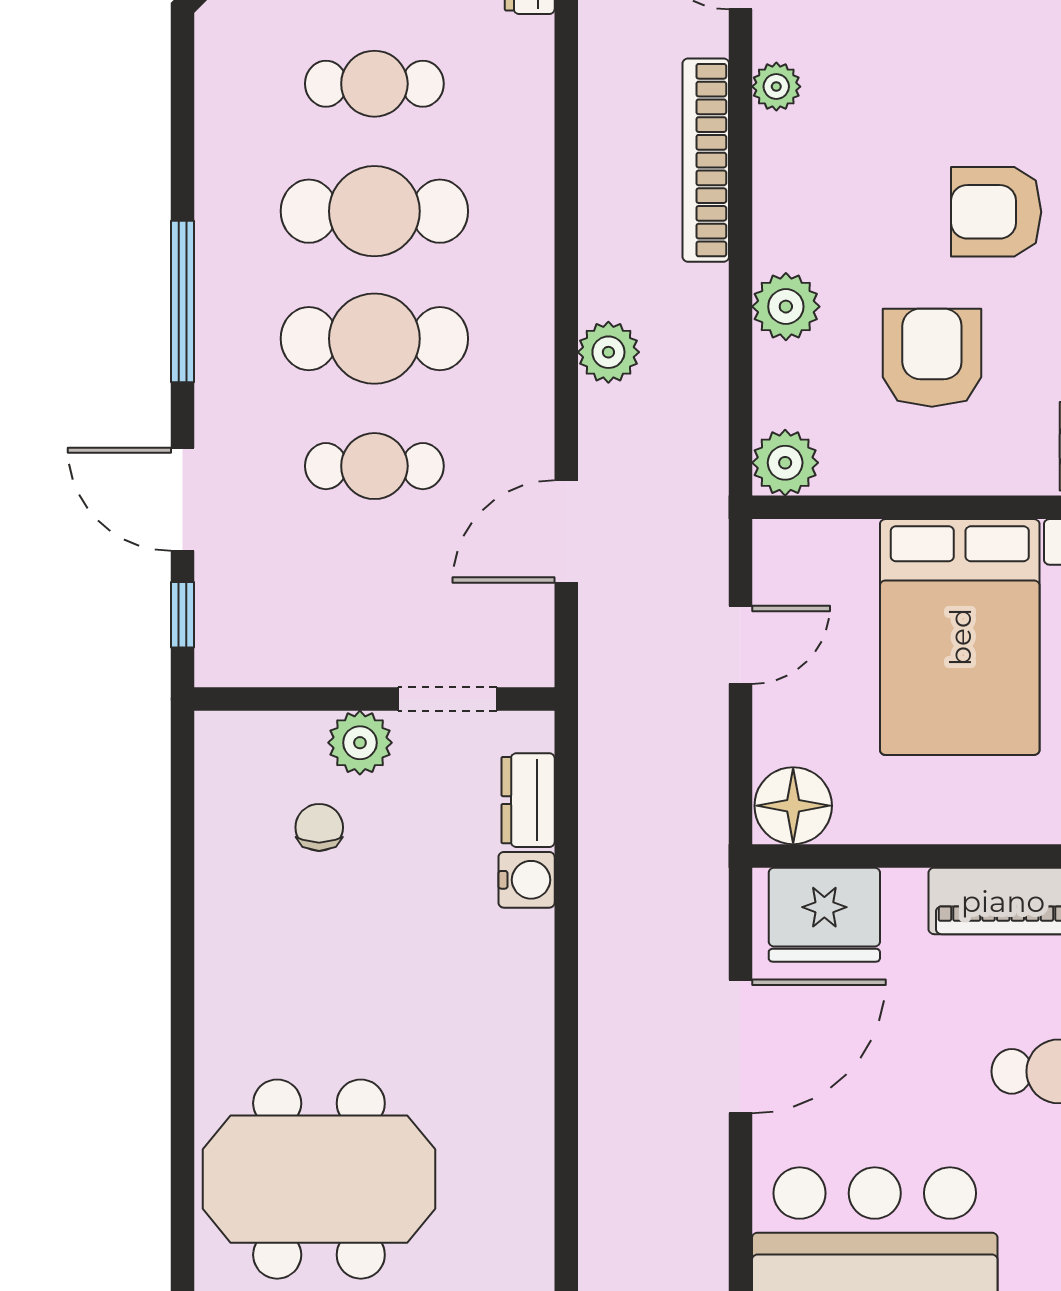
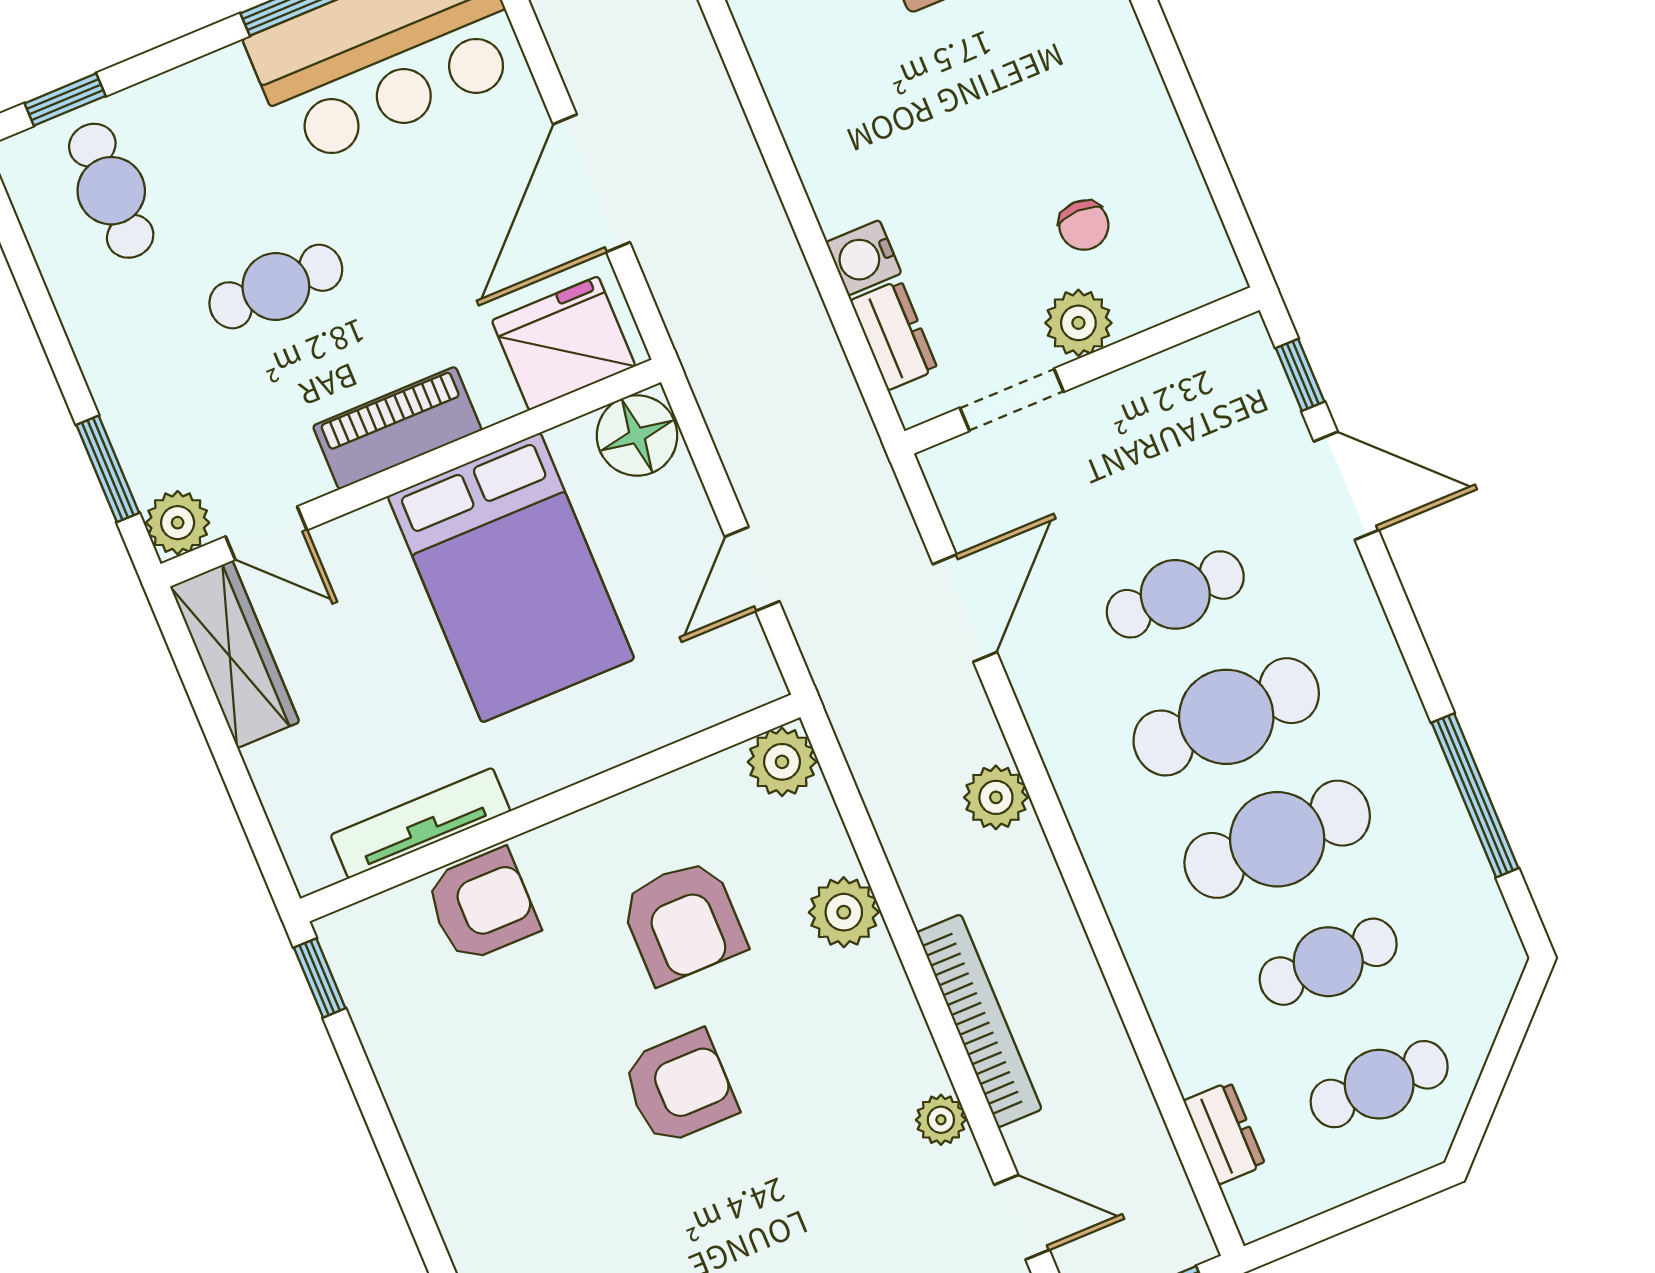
window: (183, 302) -> (1475, 795), moved
bed: (960, 637) -> (511, 578), moved, turned 180

